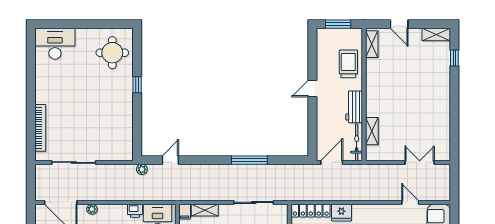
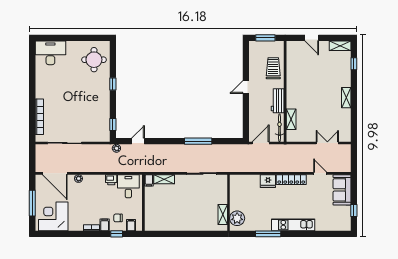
shelving: (372, 44) -> (346, 98), moved
window: (137, 138) -> (113, 125), added
locker: (311, 211) -> (291, 180), moved

